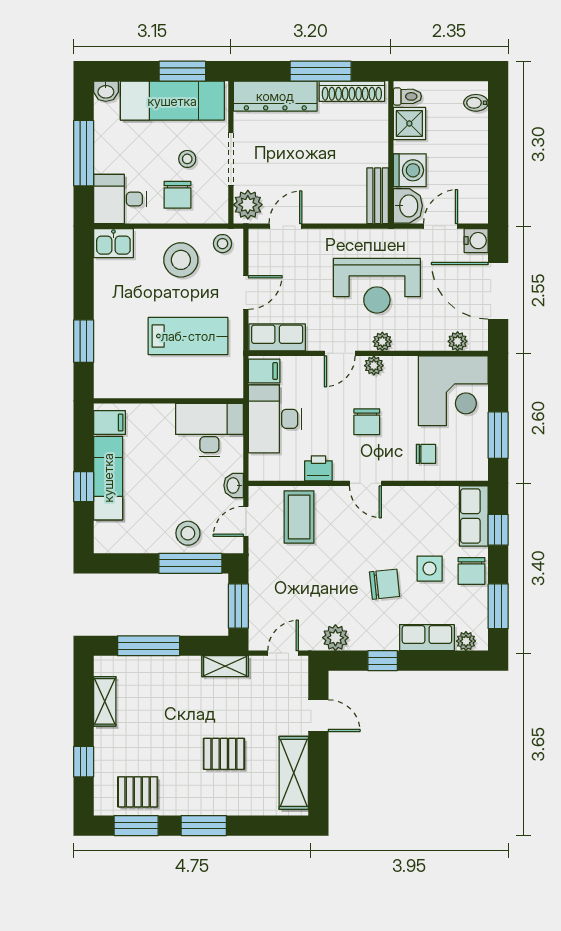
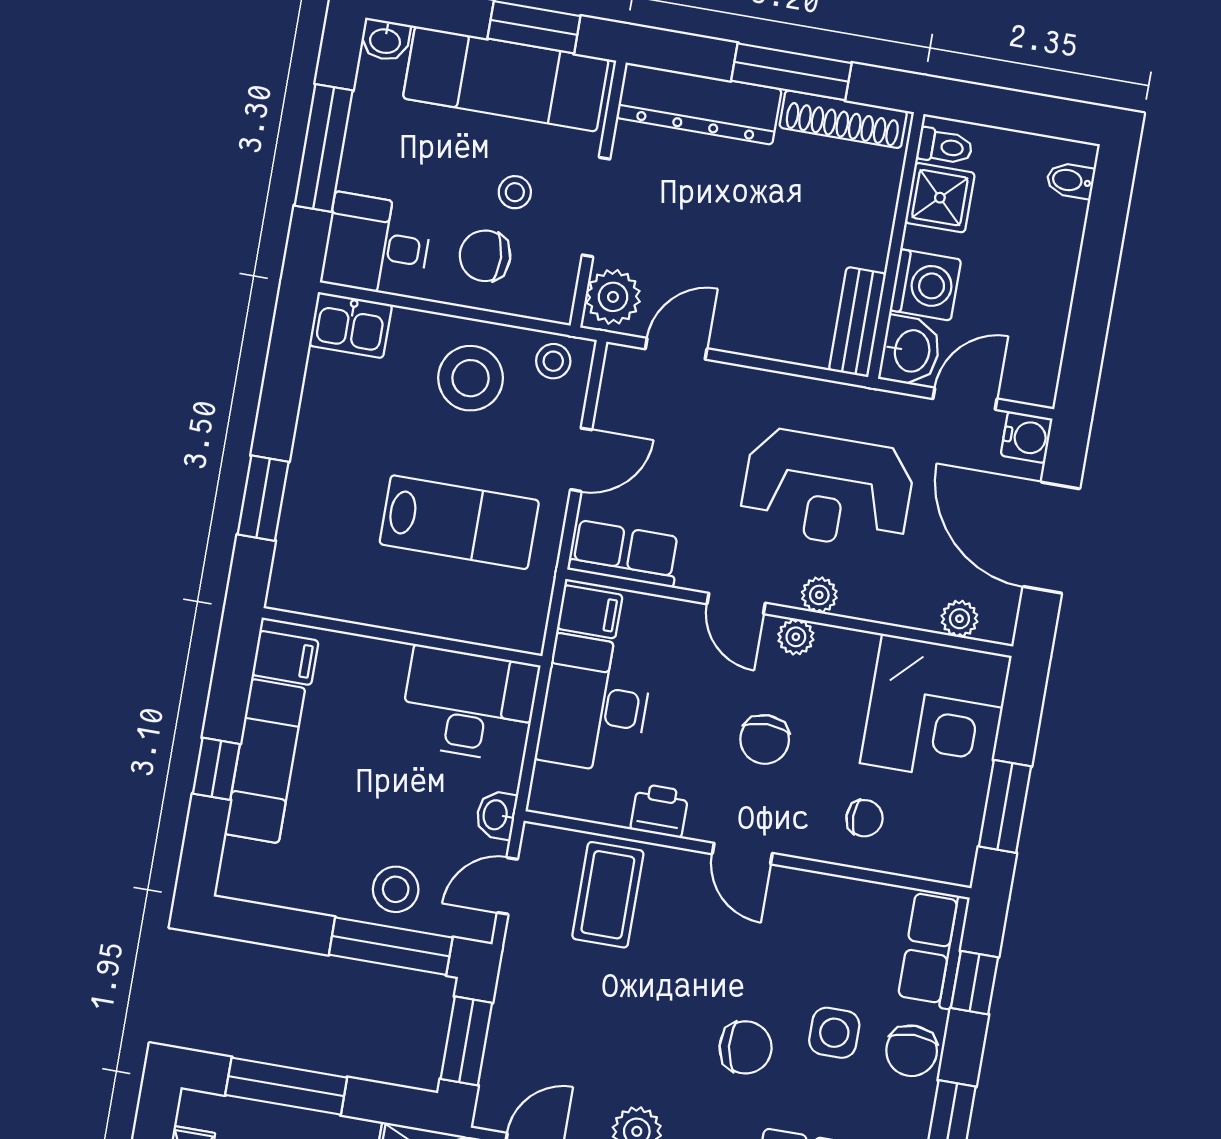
chair: (177, 195) -> (485, 256), turned 87
door: (340, 353) -> (736, 603), hinge flipped

